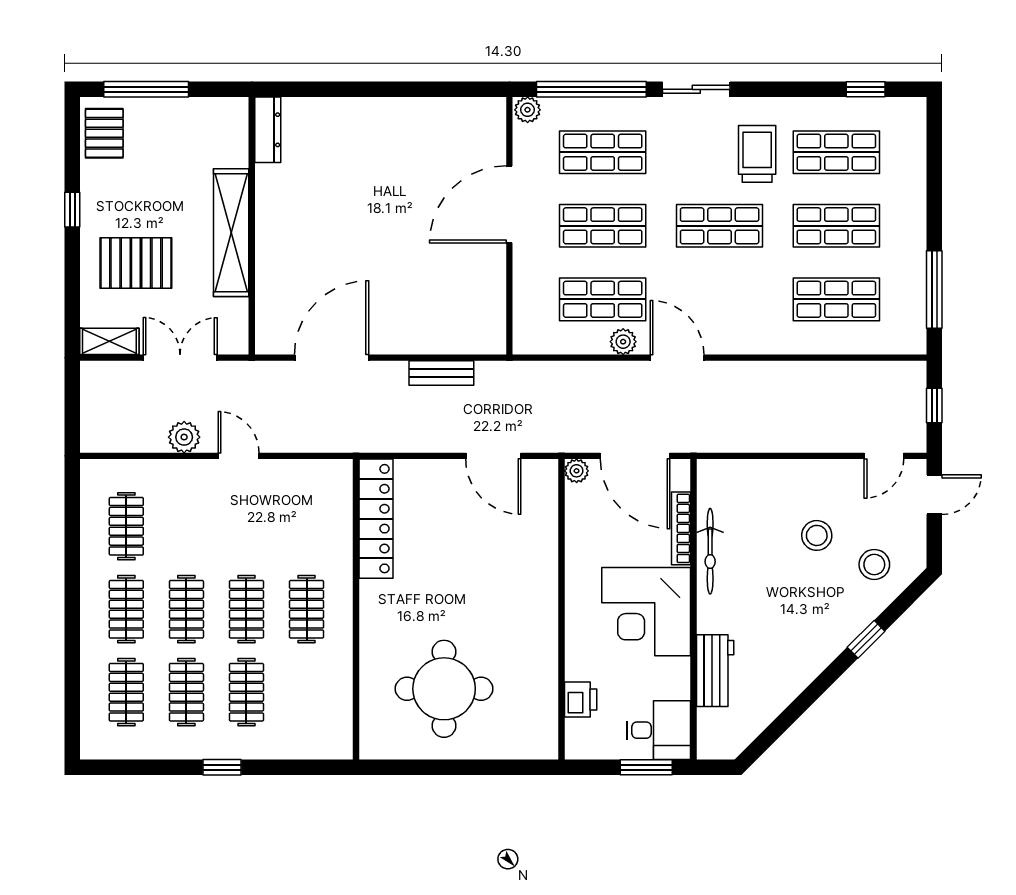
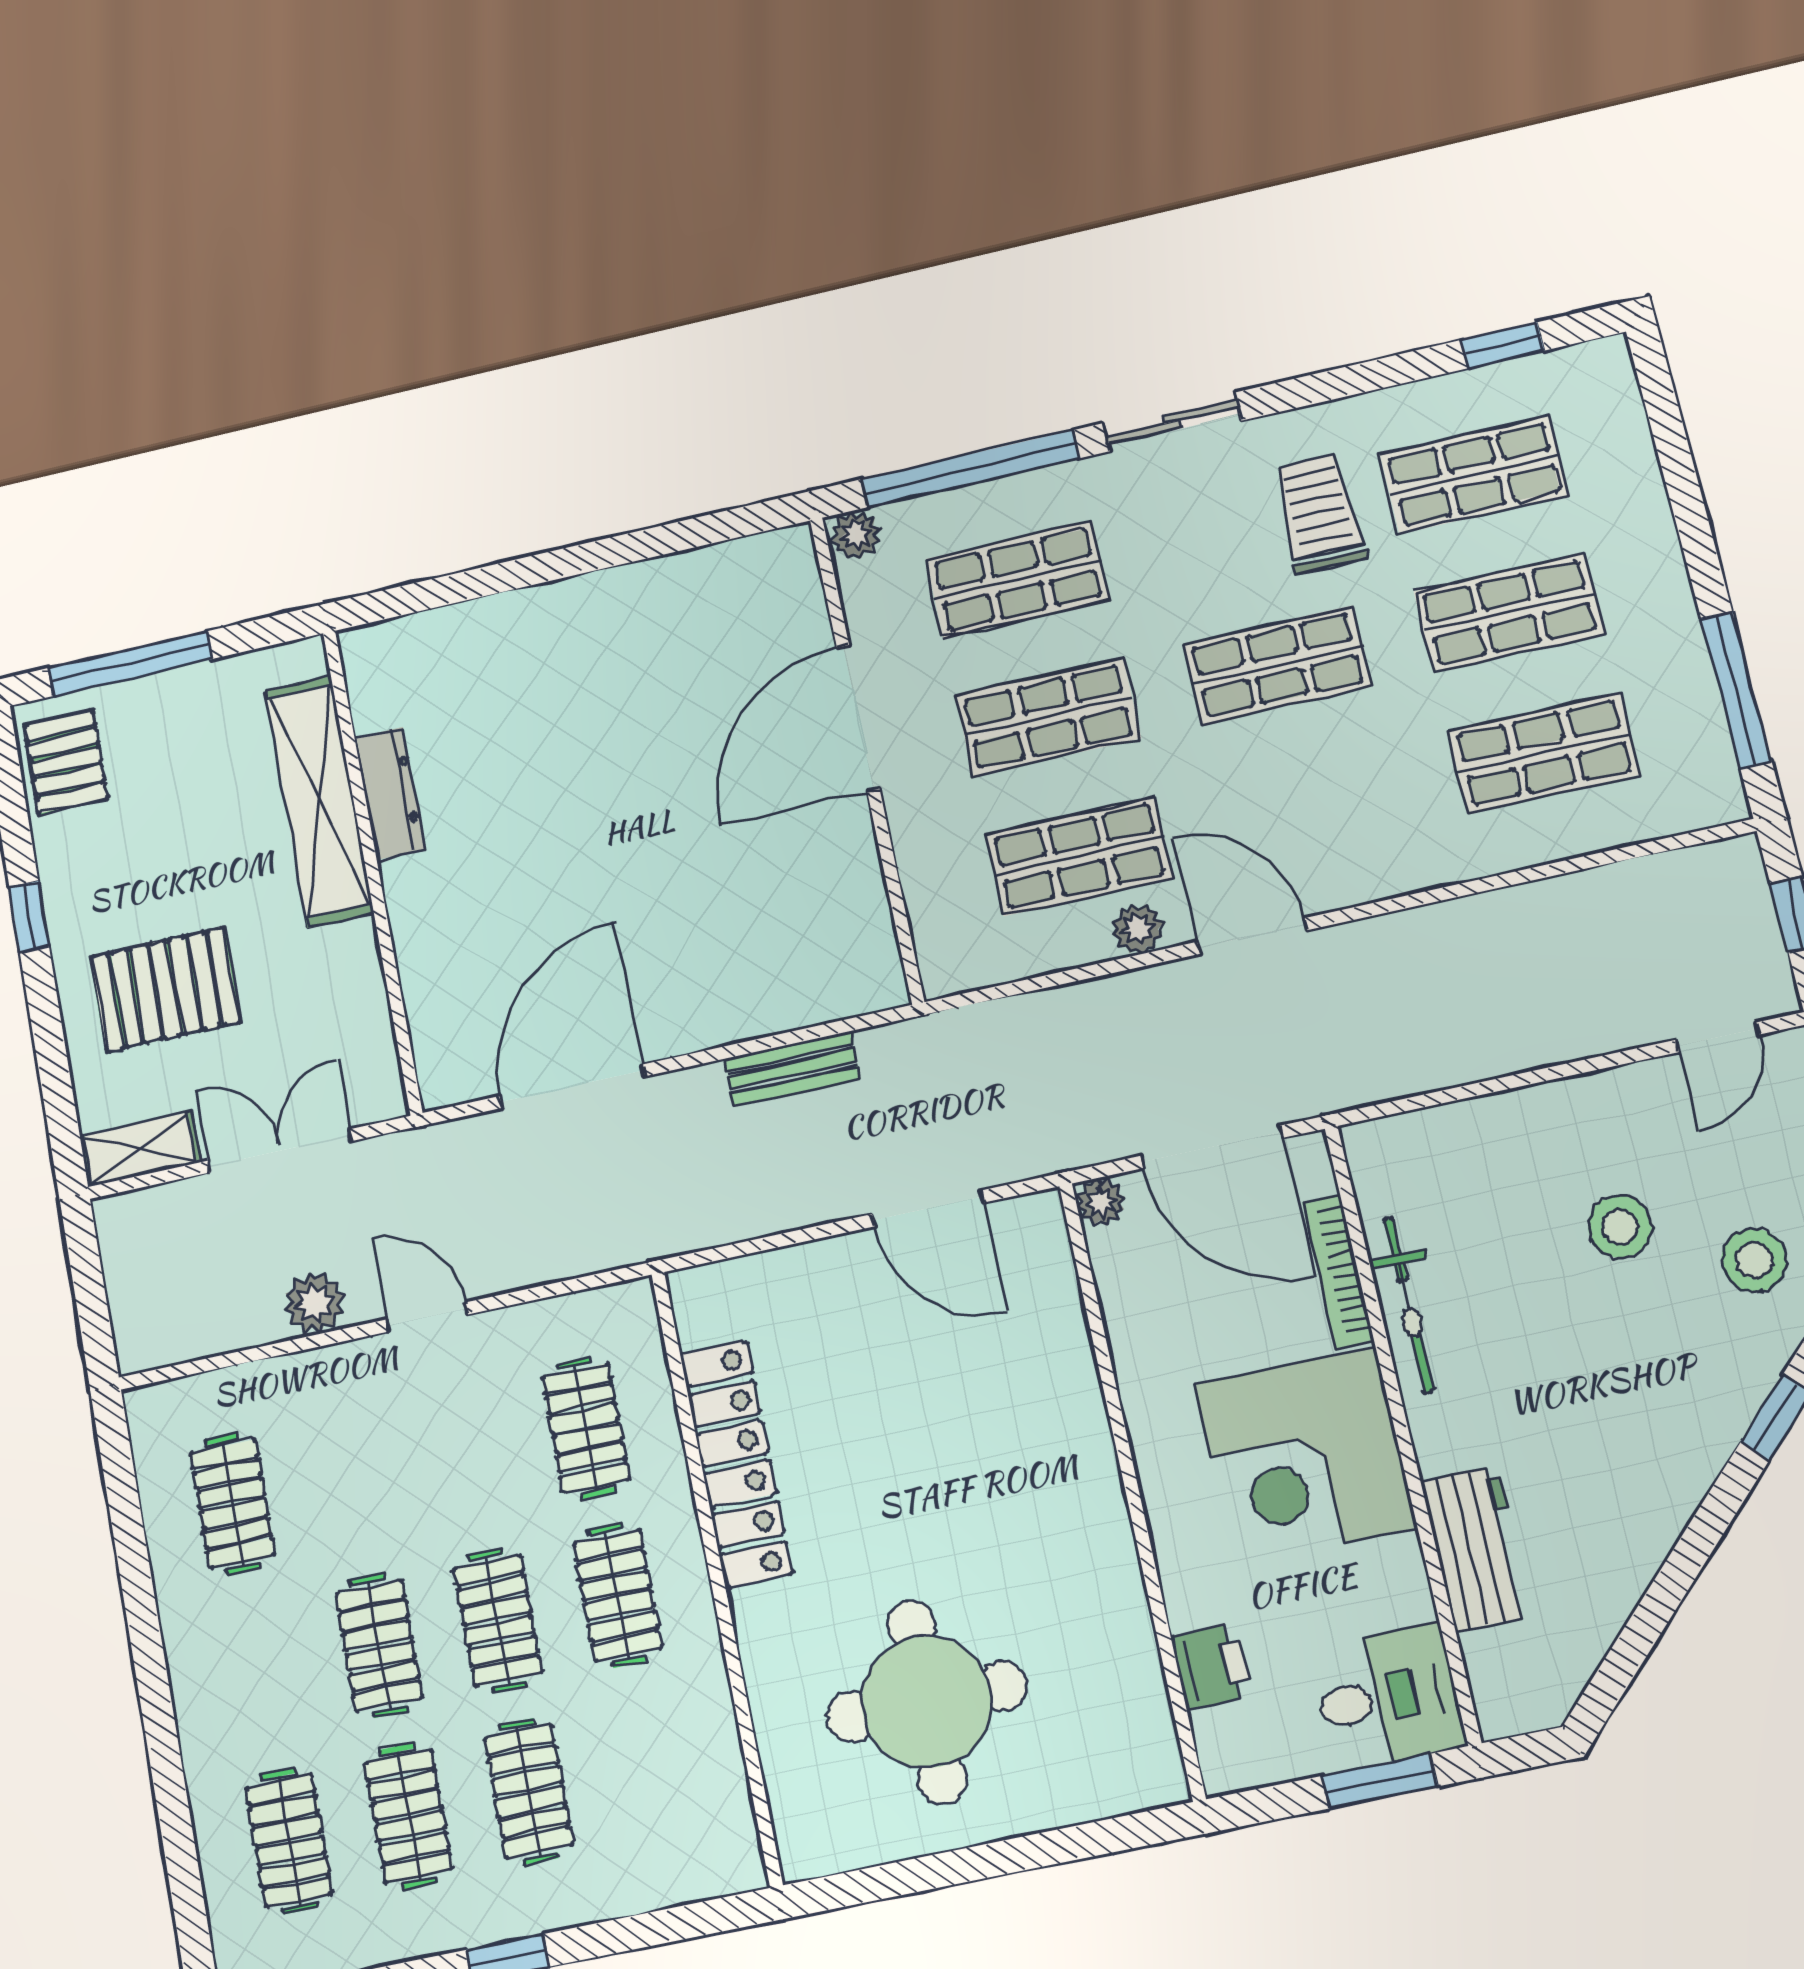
dresser: (268, 130) -> (390, 793), moved
shelving: (231, 233) -> (319, 801), moved
locker: (376, 519) -> (736, 1464), moved
clothes rail: (126, 609) -> (586, 1428), moved

